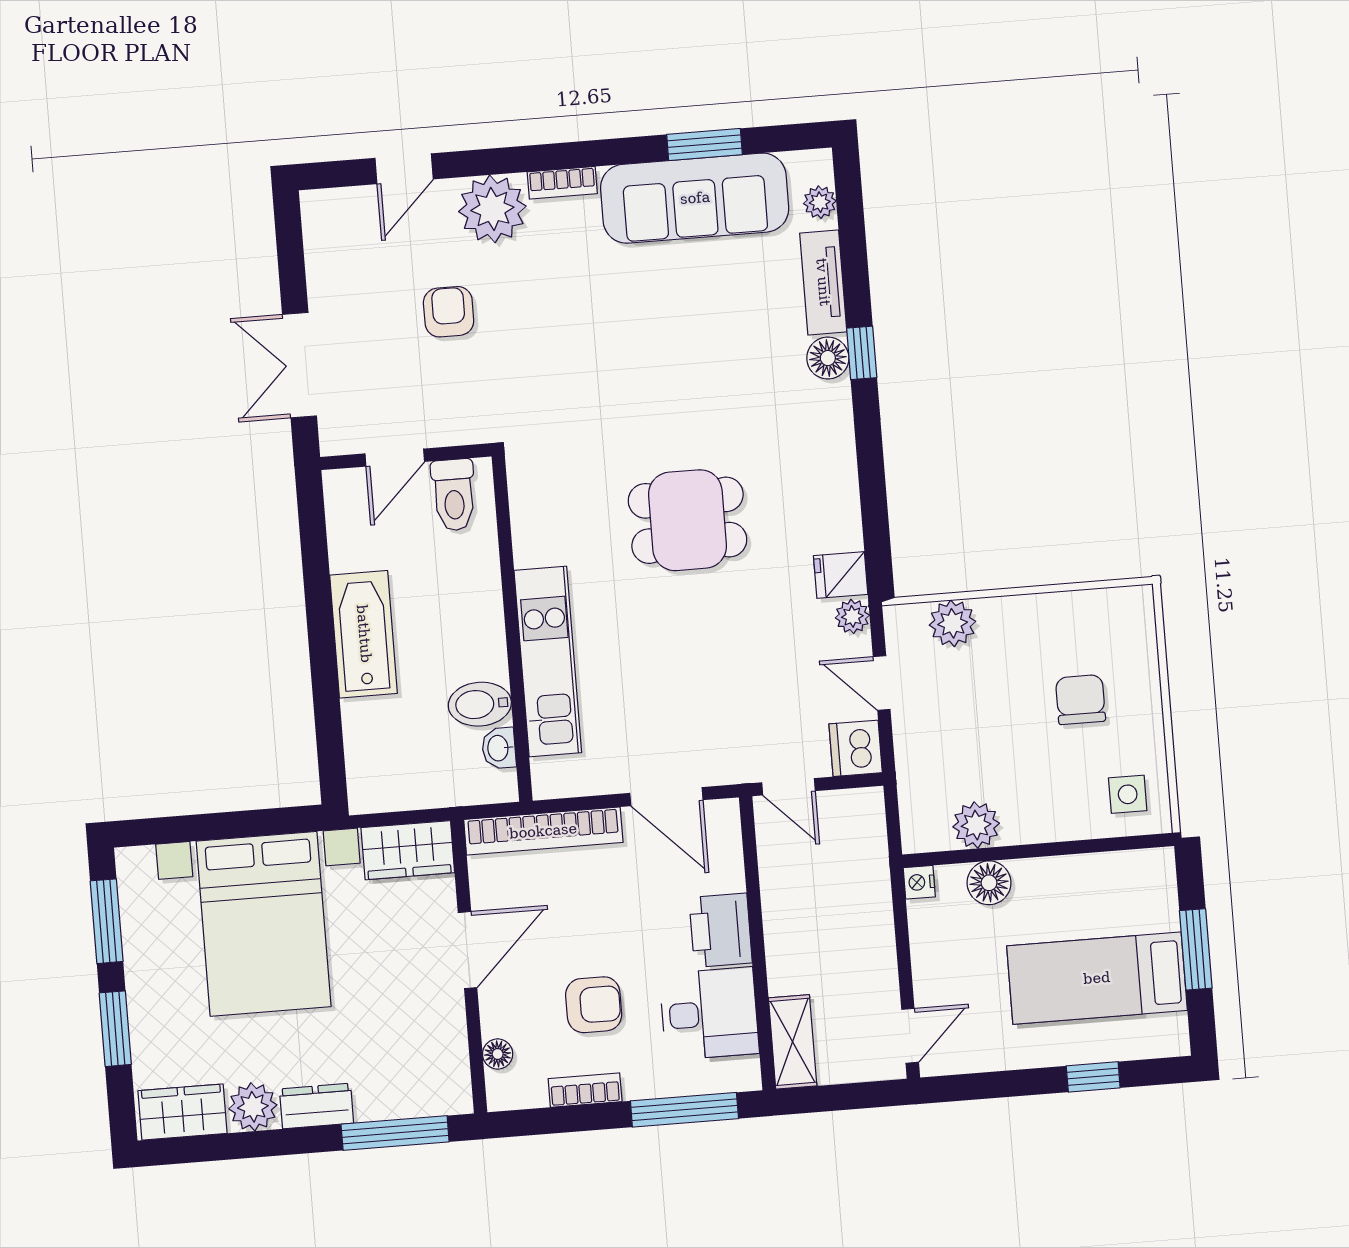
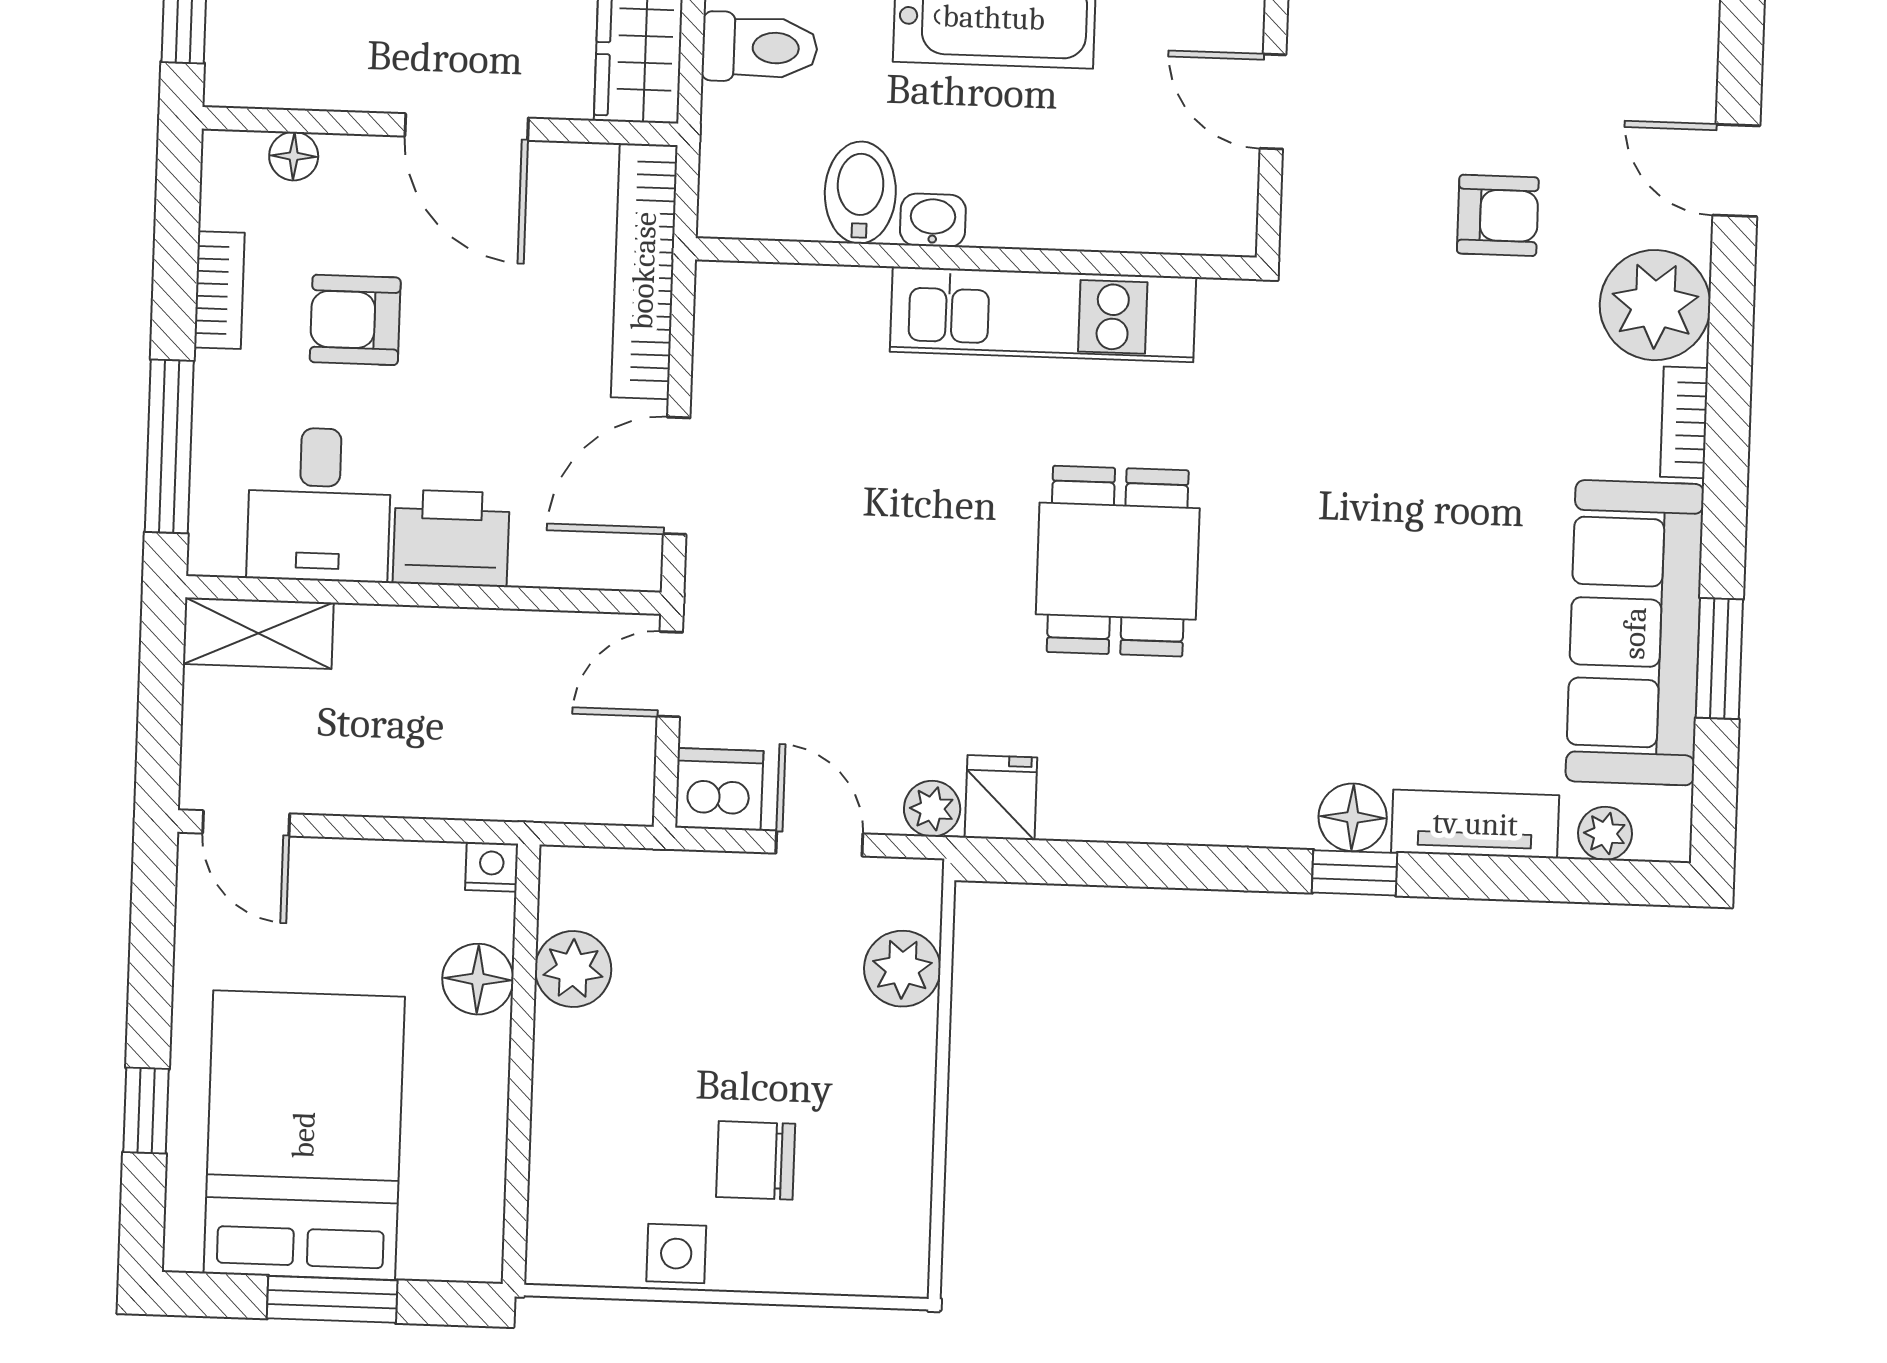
toilet: (454, 495) -> (760, 47), moved, turned 180
kitchen unit: (548, 661) -> (1043, 314), moved
door: (882, 683) -> (819, 843), hinge flipped
chair: (1080, 700) -> (756, 1160), turned 180
washbasin: (499, 748) -> (933, 220), moved
side table: (1128, 794) -> (676, 1254), moved
bed: (1097, 978) -> (304, 1135), width x1.50
armchair: (594, 1005) -> (355, 320), turned 90

